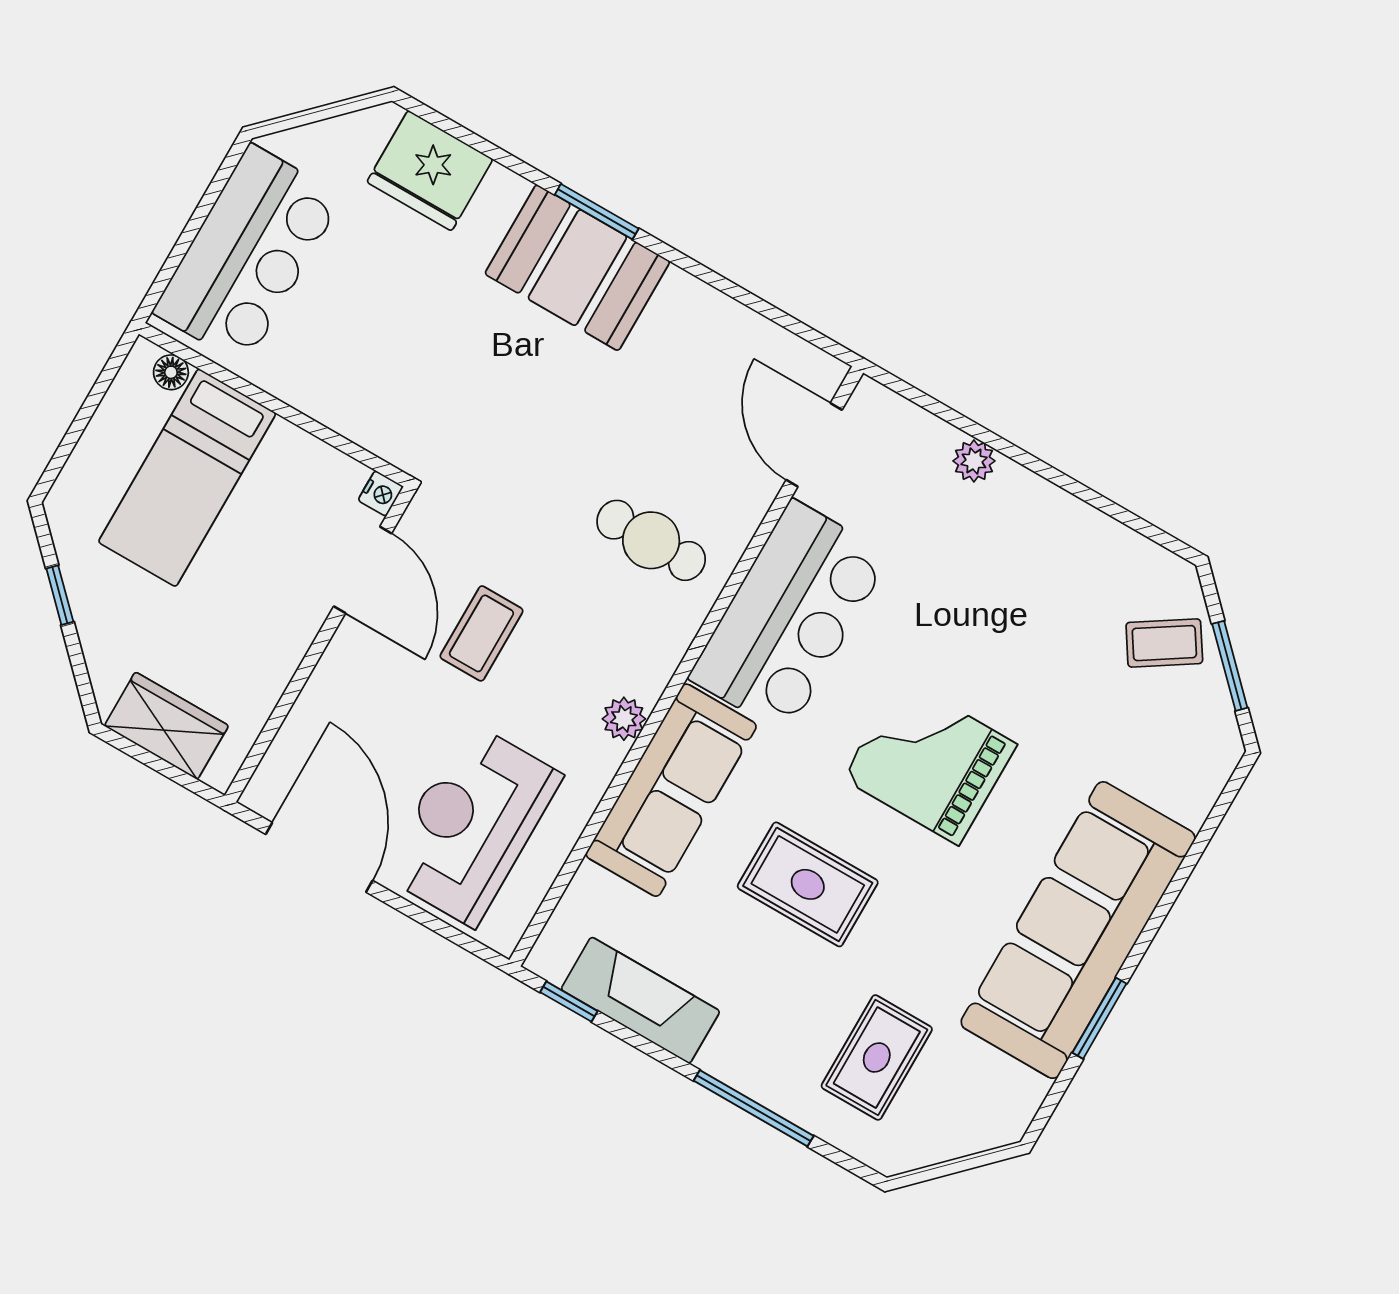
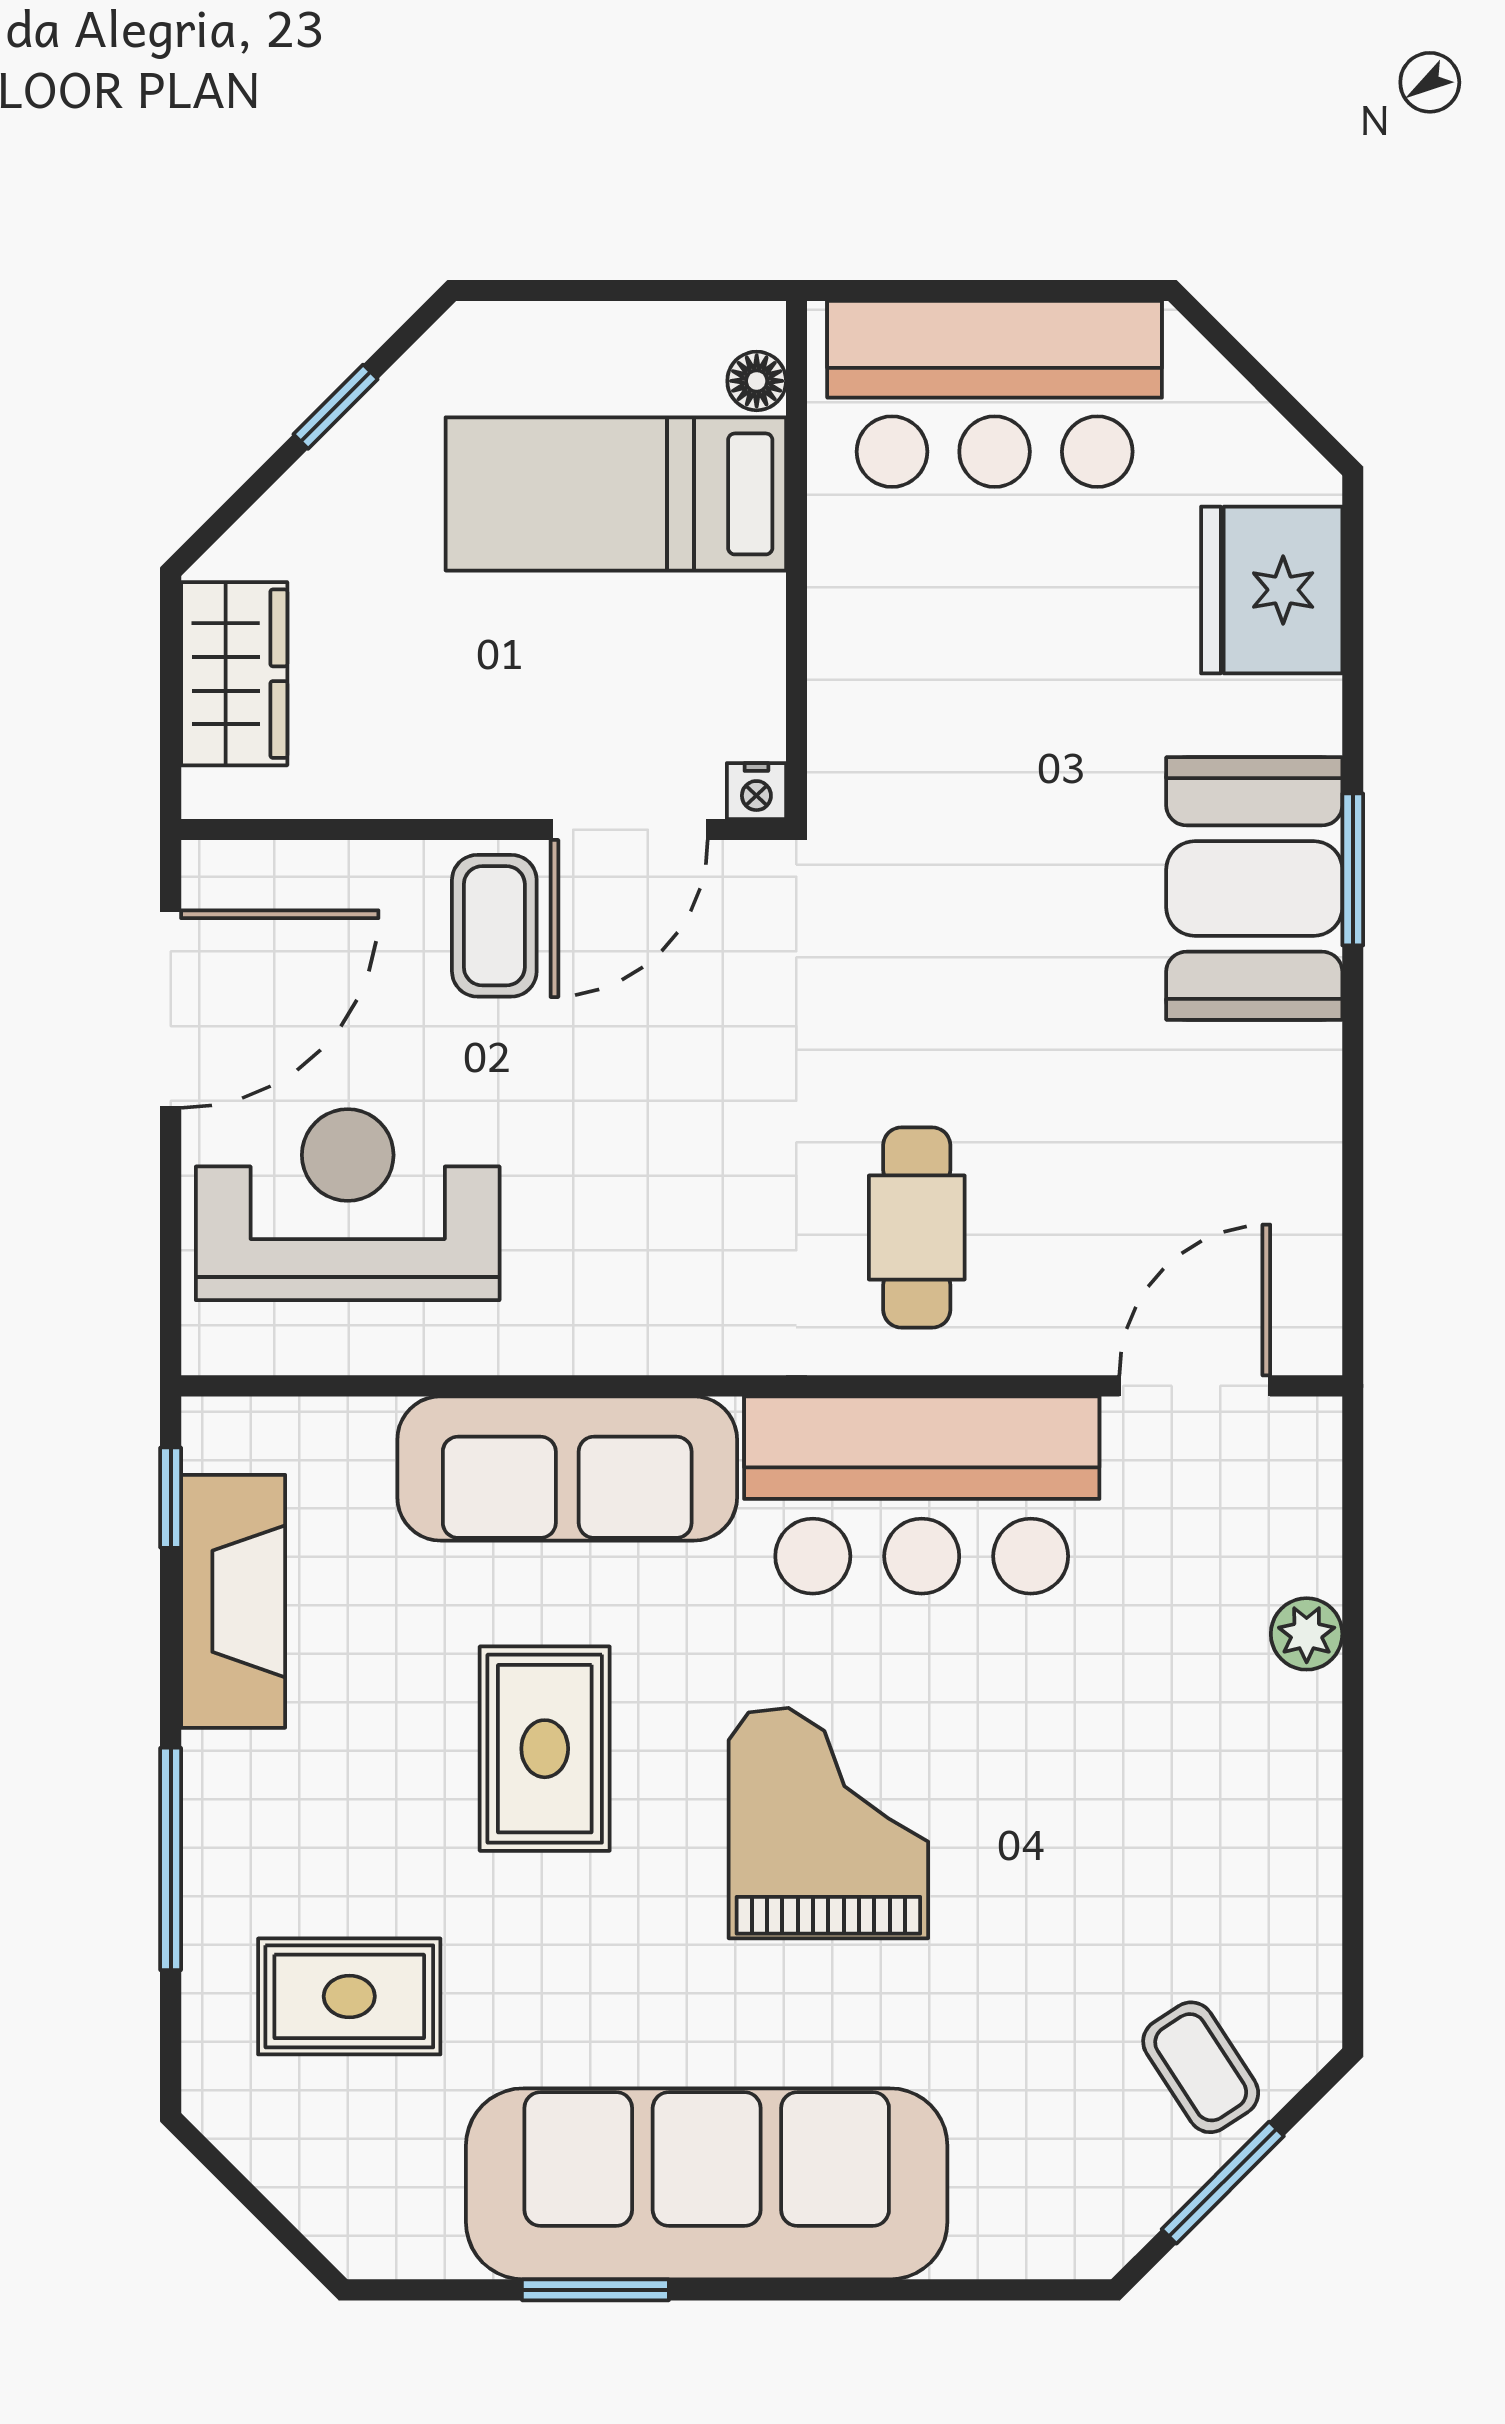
coffee table: (481, 633) -> (494, 926), moved, turned 90
plant: (624, 719) -> (632, 1339), removed

